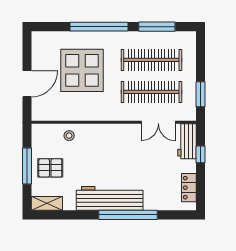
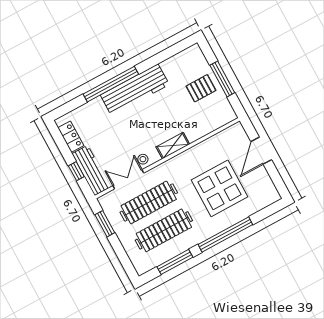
stool: (69, 136) -> (143, 159), moved
workbench: (187, 141) -> (91, 170), width x1.38
shelving: (47, 203) -> (173, 146), moved

